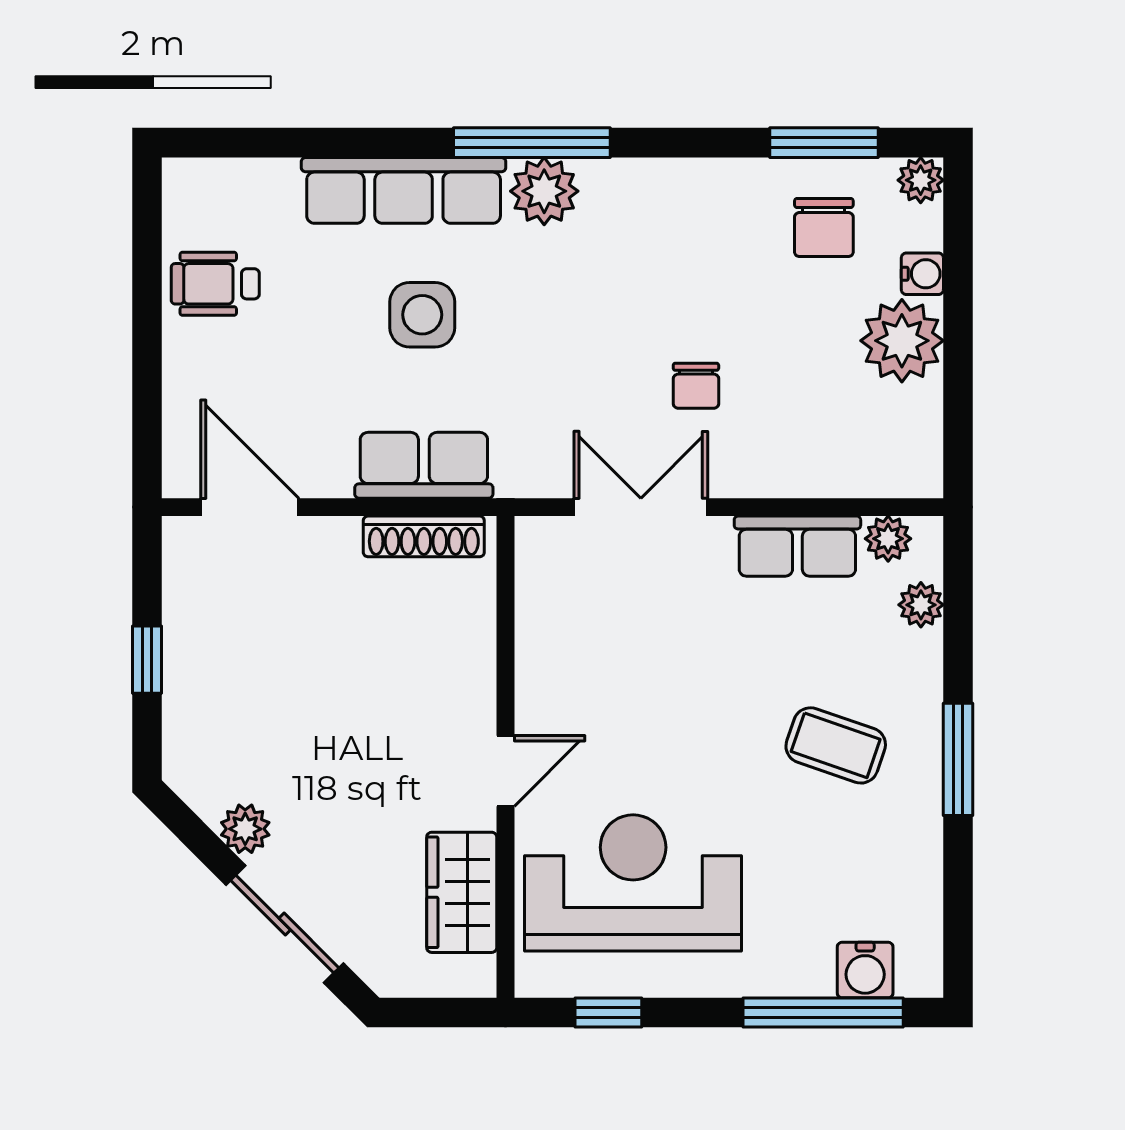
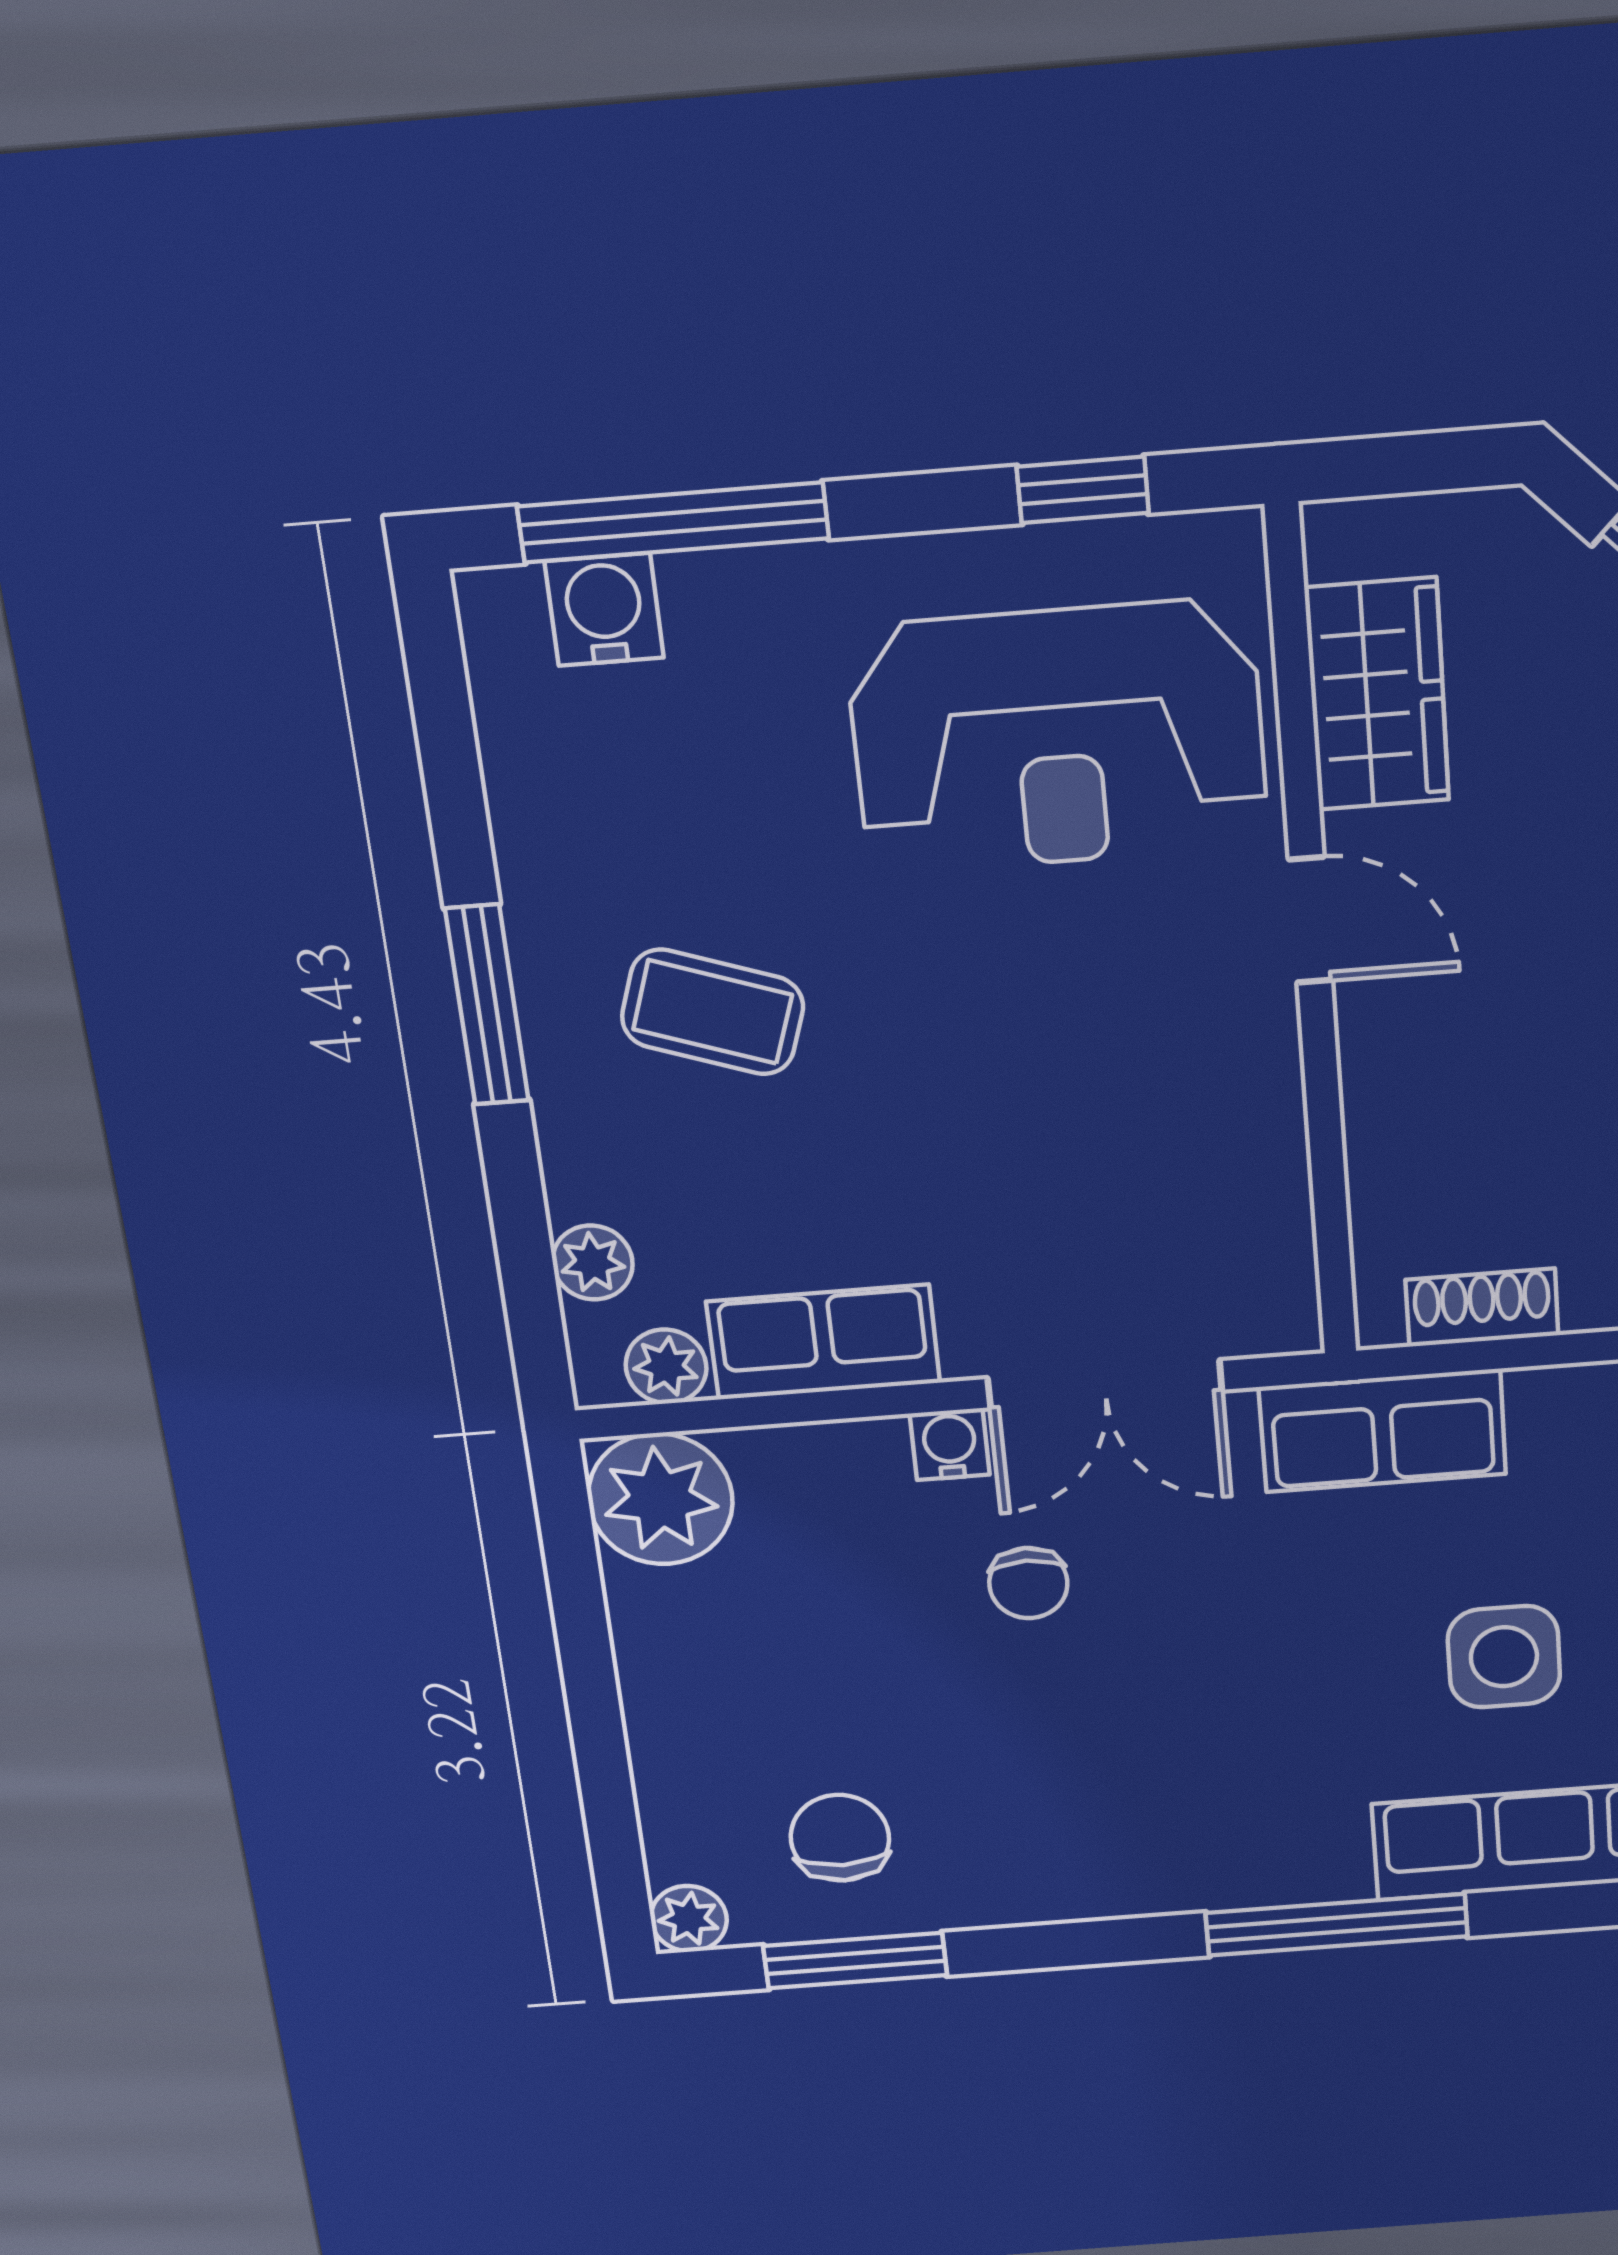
plant: (544, 191) -> (1311, 1856), removed
water cooler: (922, 274) -> (950, 1444), moved, turned 90
plant: (902, 341) -> (660, 1499), moved
chair: (696, 386) -> (1028, 1583), turned 180
row of seats: (424, 465) -> (1383, 1431), moved
shoe rack: (424, 536) -> (1482, 1308), width x0.70
door: (505, 771) -> (1310, 920), swing flipped

